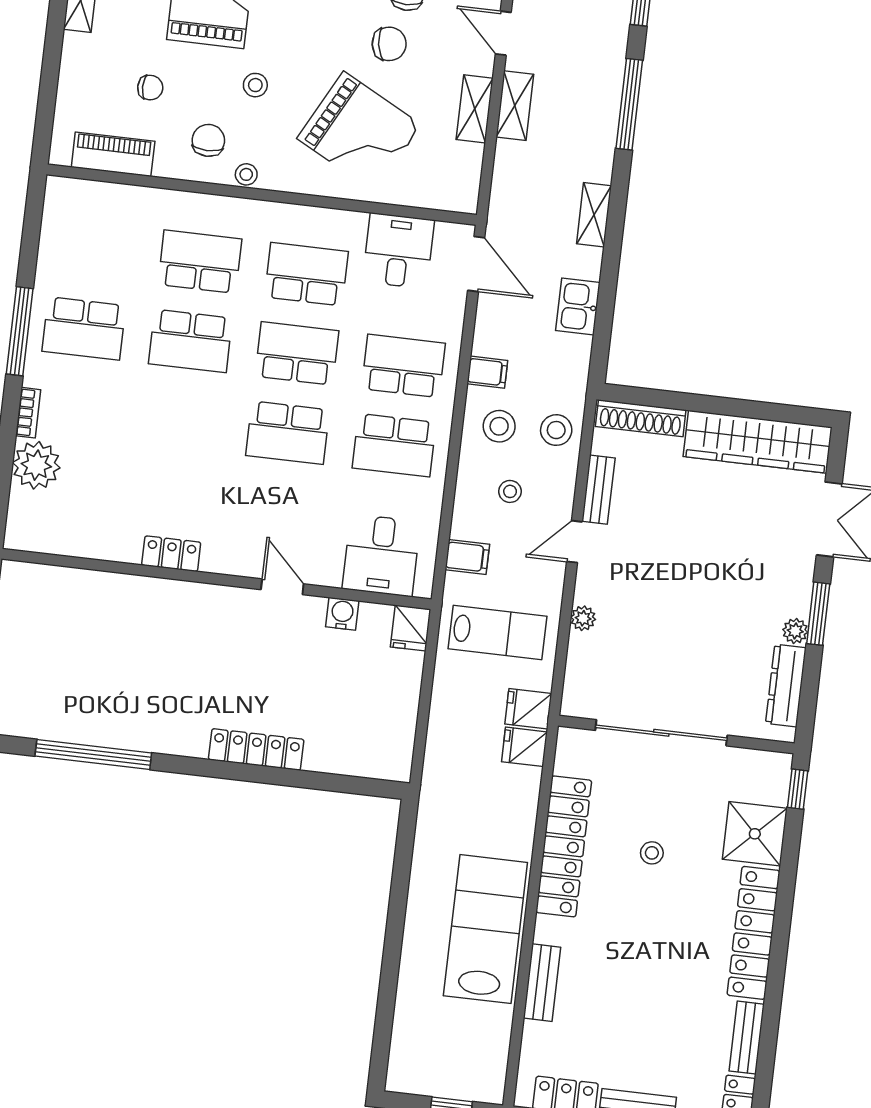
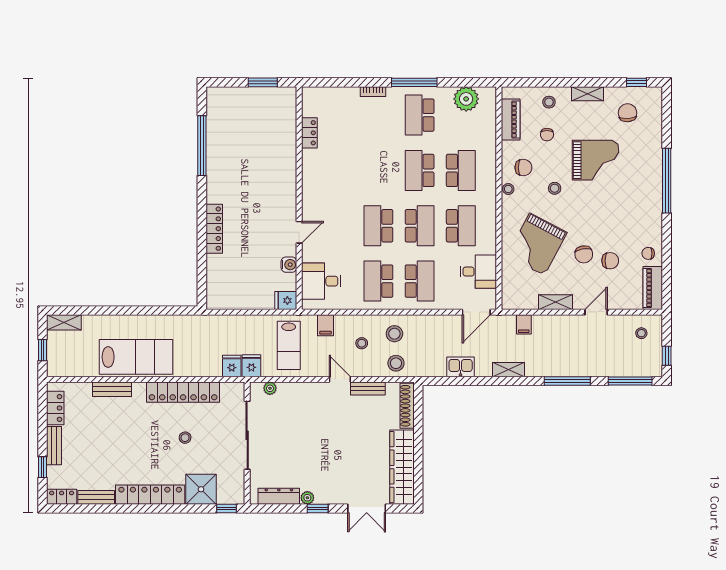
stool: (88, 76) -> (549, 102), added
shelving: (515, 106) -> (64, 322), moved
filing cabinet: (487, 372) -> (524, 324), moved
plant: (36, 465) -> (466, 99), moved
locker: (171, 554) -> (309, 133), moved
window: (818, 614) -> (318, 508), width x0.67
plant: (583, 618) -> (270, 388), moved

